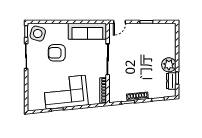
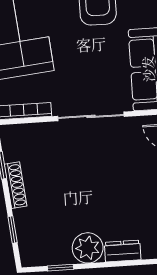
dresser: (171, 81) -> (123, 251), moved

